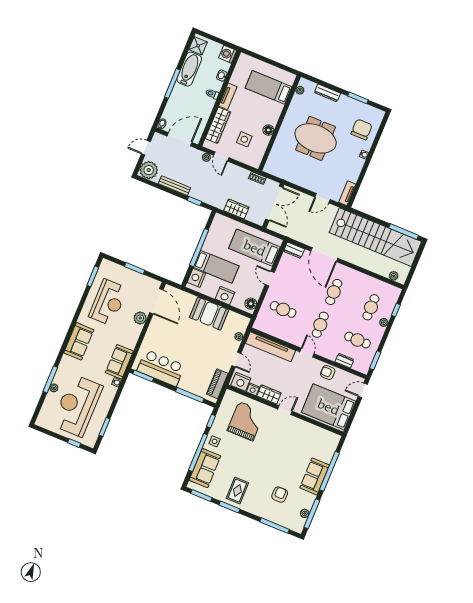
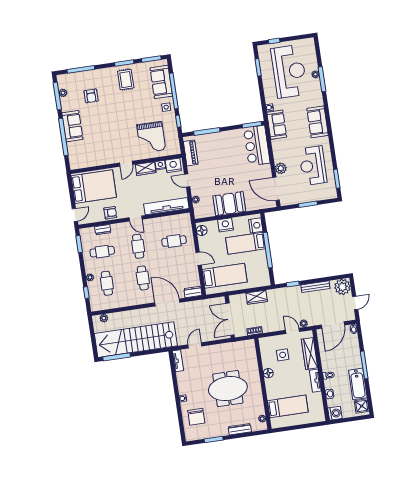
bar counter: (161, 368) -> (257, 146), moved, turned 90

